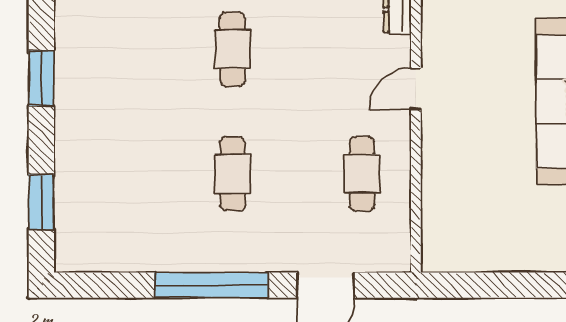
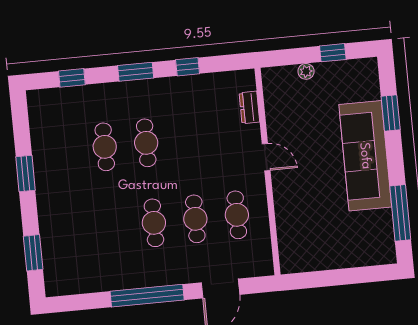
cafe table: (168, 49) -> (105, 147), added
door: (416, 89) -> (266, 157), swing flipped
cafe table: (297, 174) -> (195, 219), added

